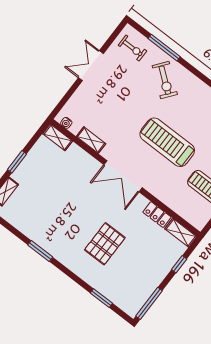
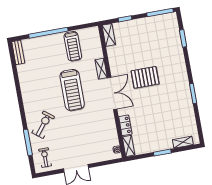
shelving: (91, 140) -> (101, 69), moved
locker: (157, 215) -> (125, 125), moved
pallet: (105, 244) -> (145, 77), moved

